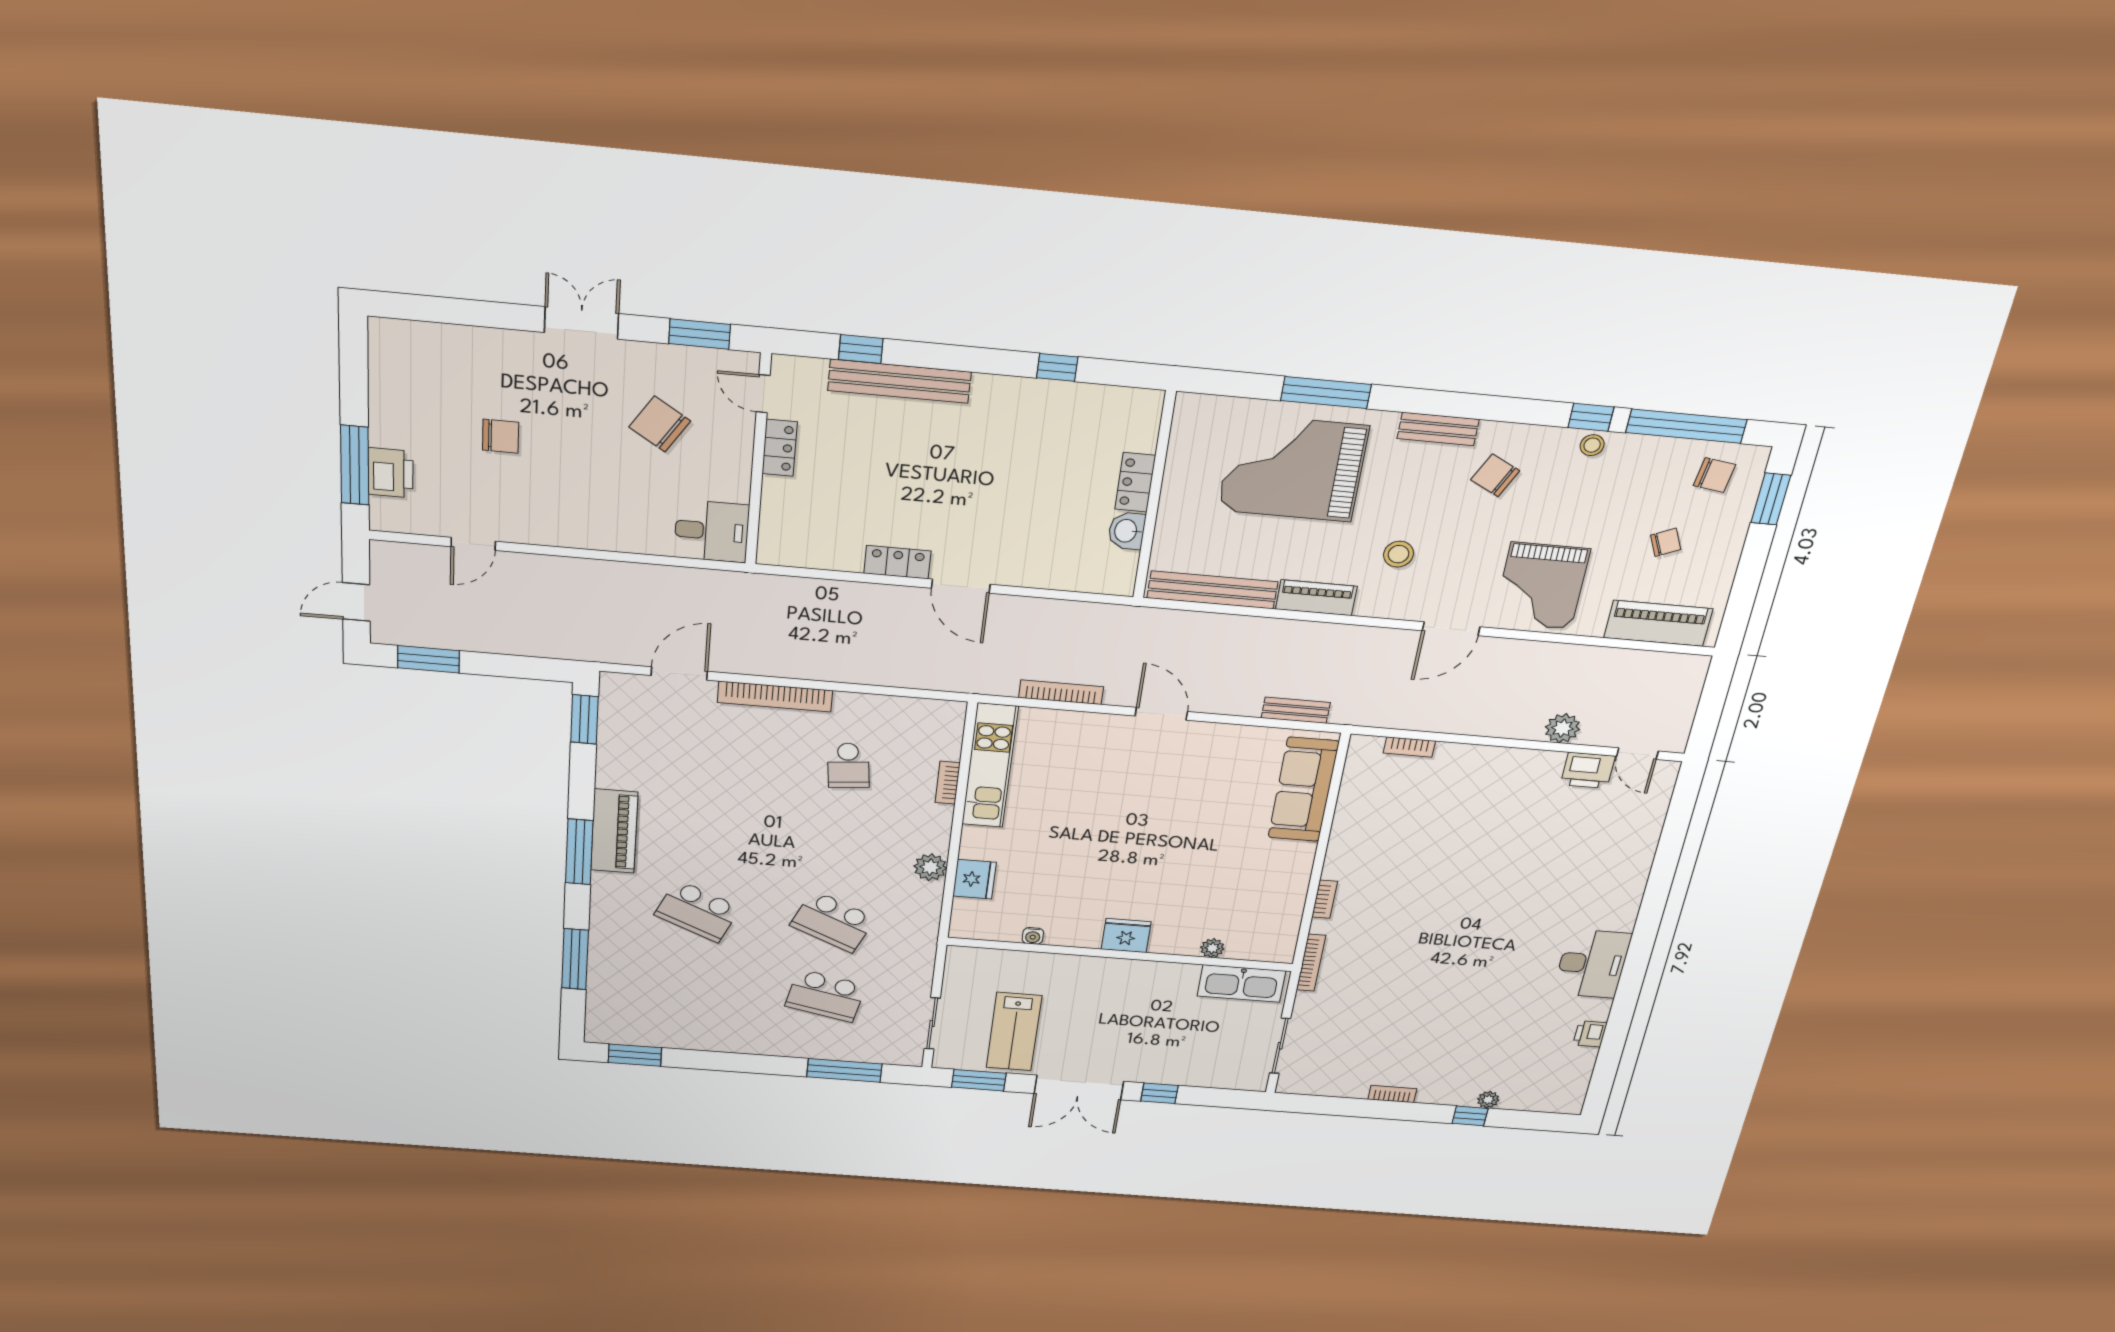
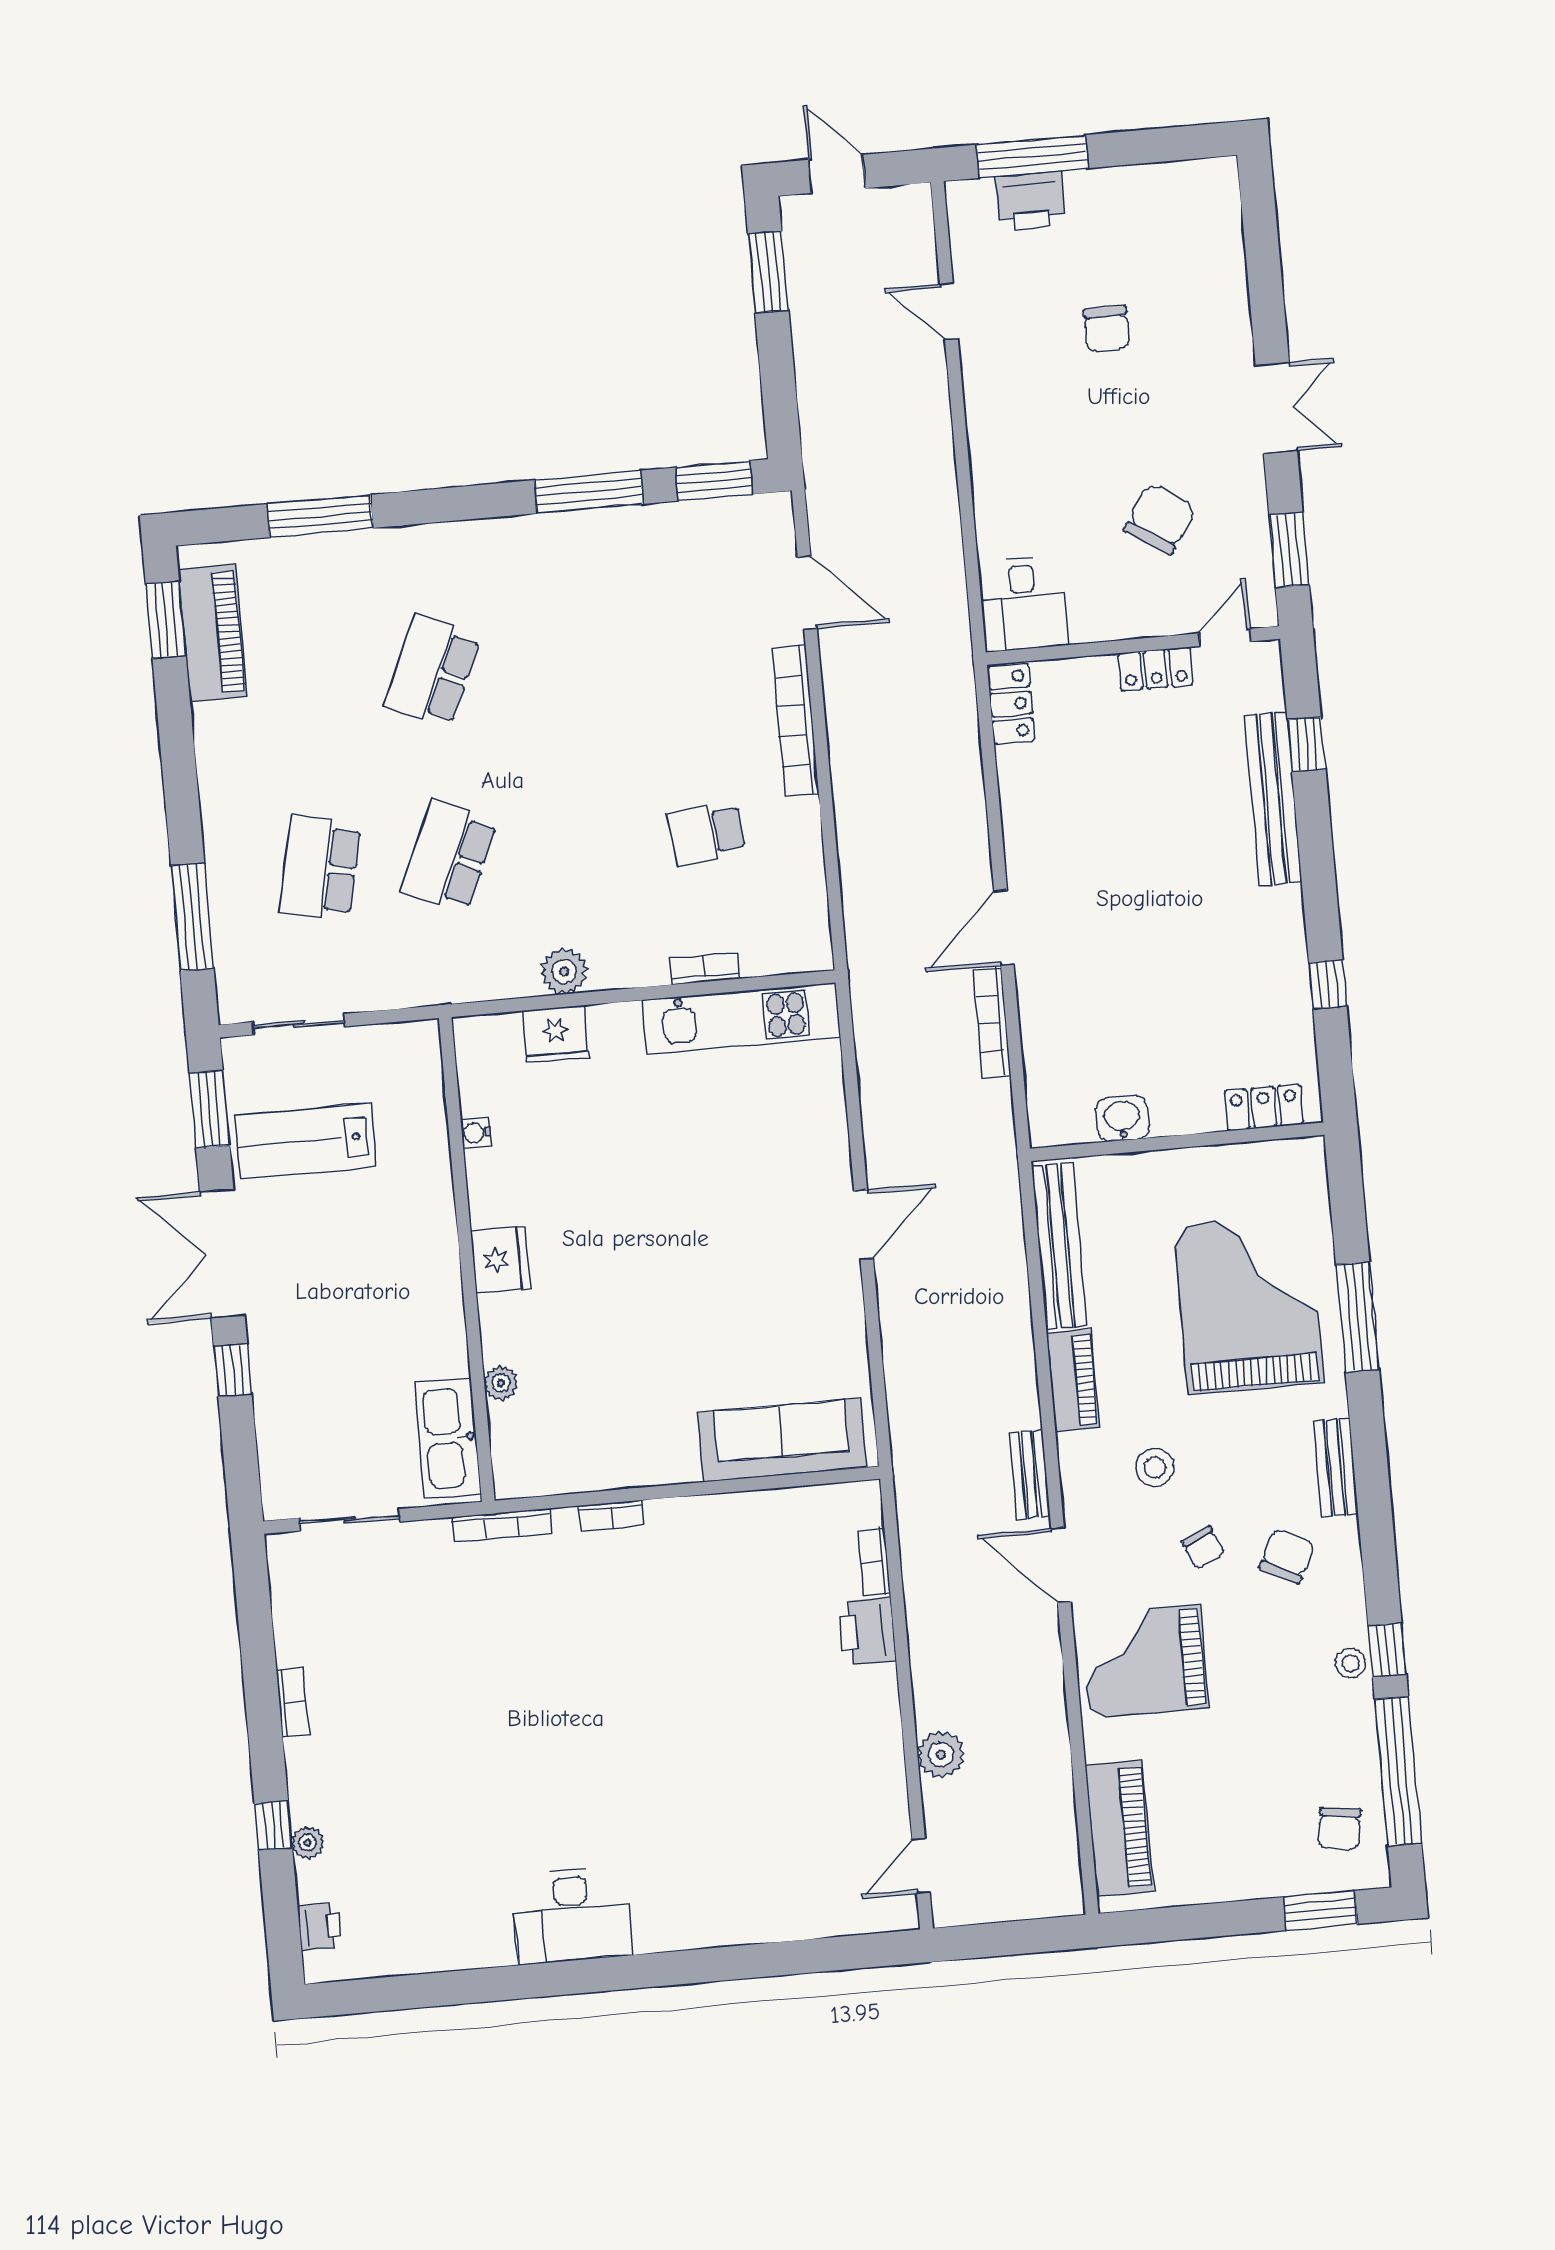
locker: (1135, 482) -> (1264, 1107), moved
chair: (1666, 542) -> (1203, 1547), moved
locker: (897, 562) -> (1011, 704), moved
bookcase: (1061, 692) -> (992, 1023), moved, turned 180
bench: (1296, 710) -> (1030, 1474), moved
printer: (1588, 770) -> (867, 1631), moved
piano: (614, 831) -> (213, 633), moved, turned -90
window: (579, 852) -> (589, 492), moved
printer: (1590, 1034) -> (319, 1927), moved, turned 90

